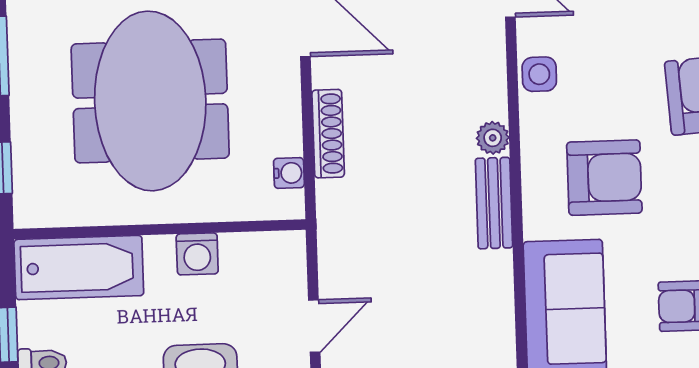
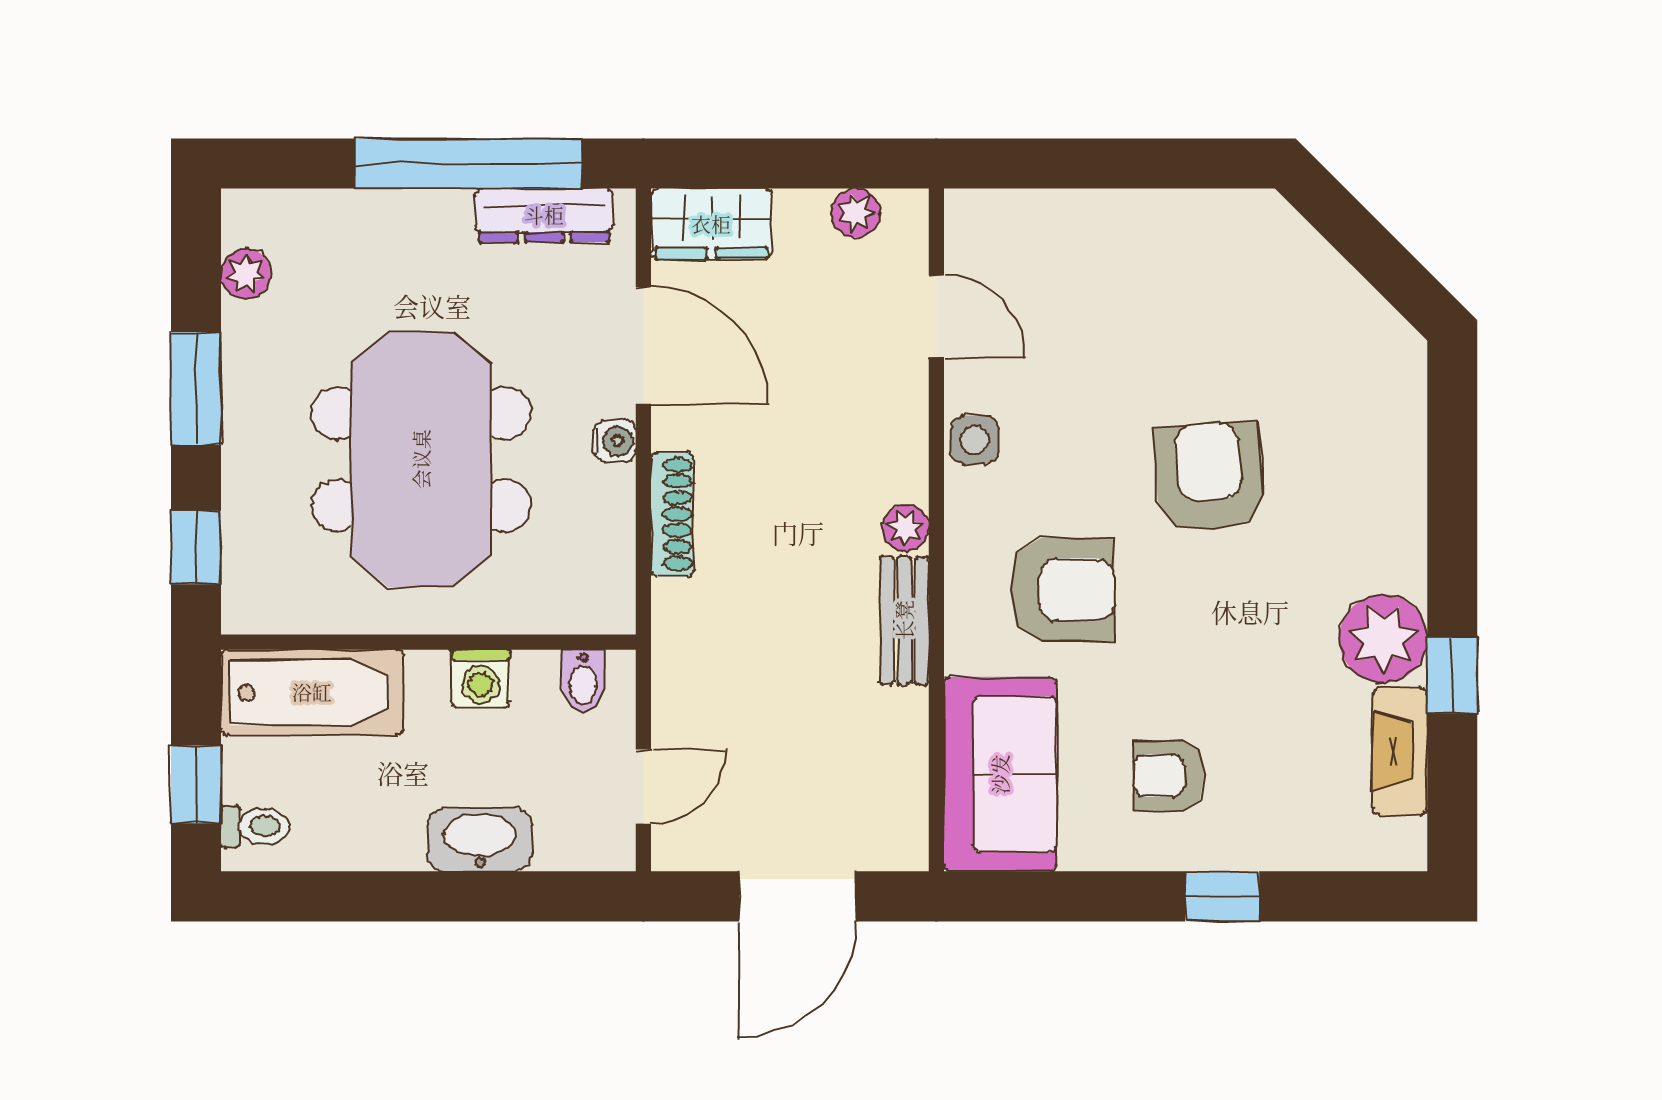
water cooler: (289, 173) -> (615, 441), moved
bidet: (269, 253) -> (583, 681), added

